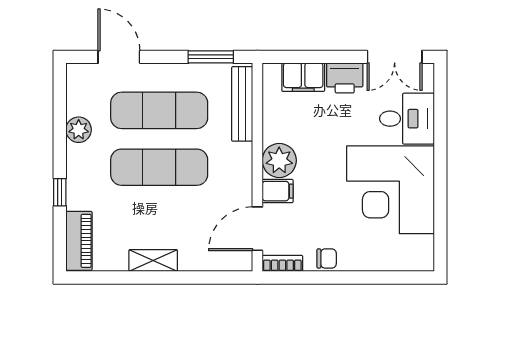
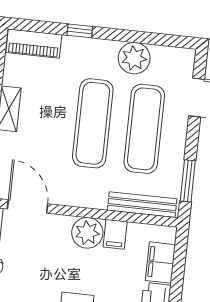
plant: (79, 130) -> (134, 58), width x1.36, depth x1.36
filing cabinet: (278, 191) -> (115, 234), moved

